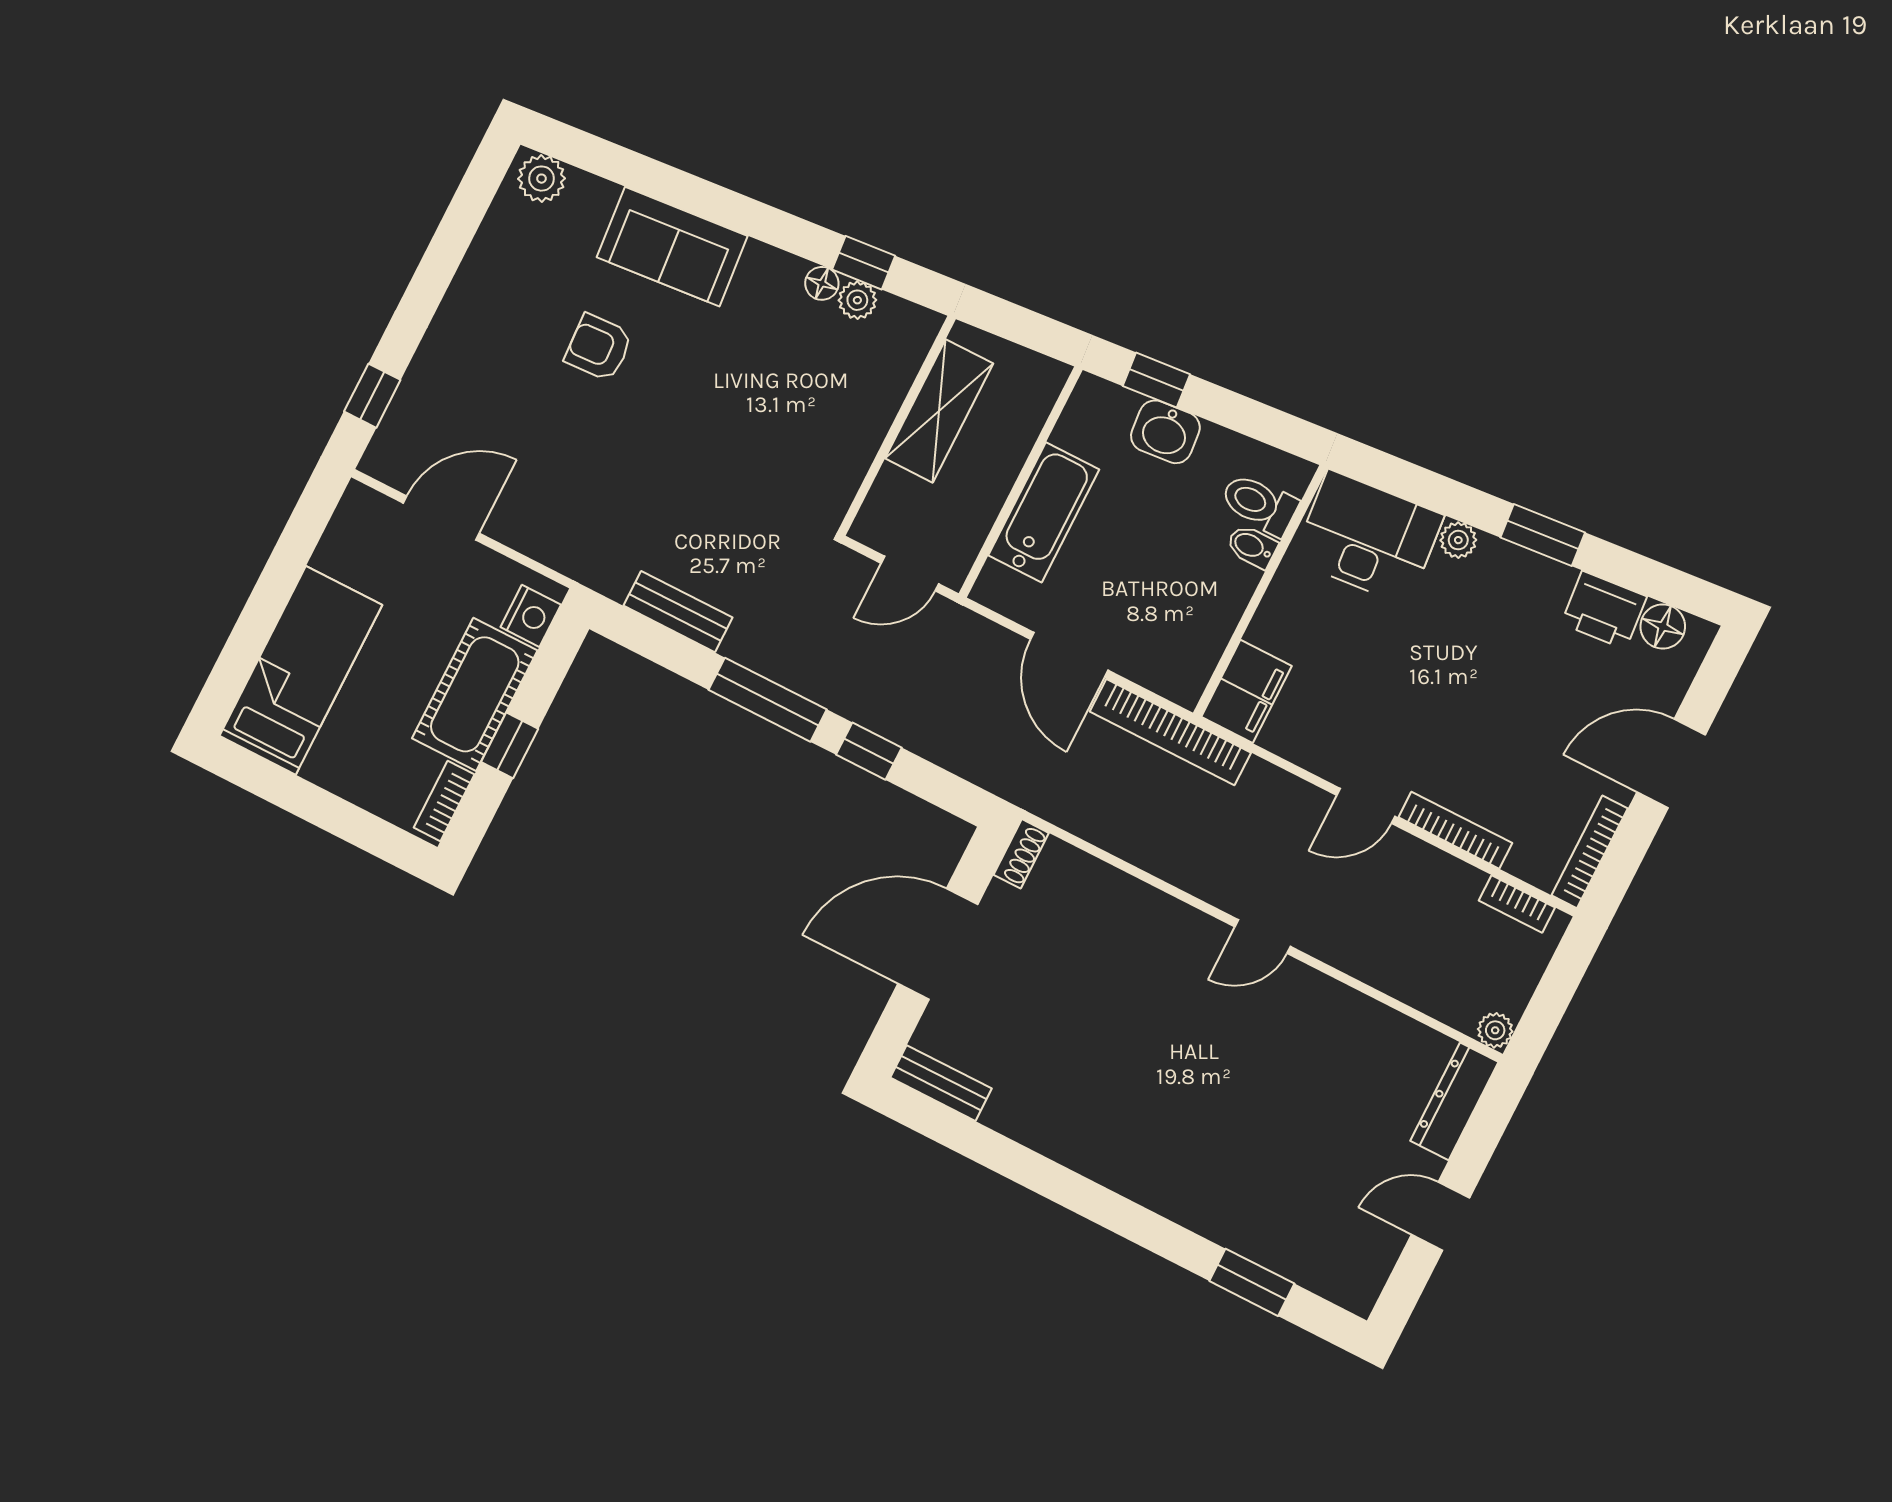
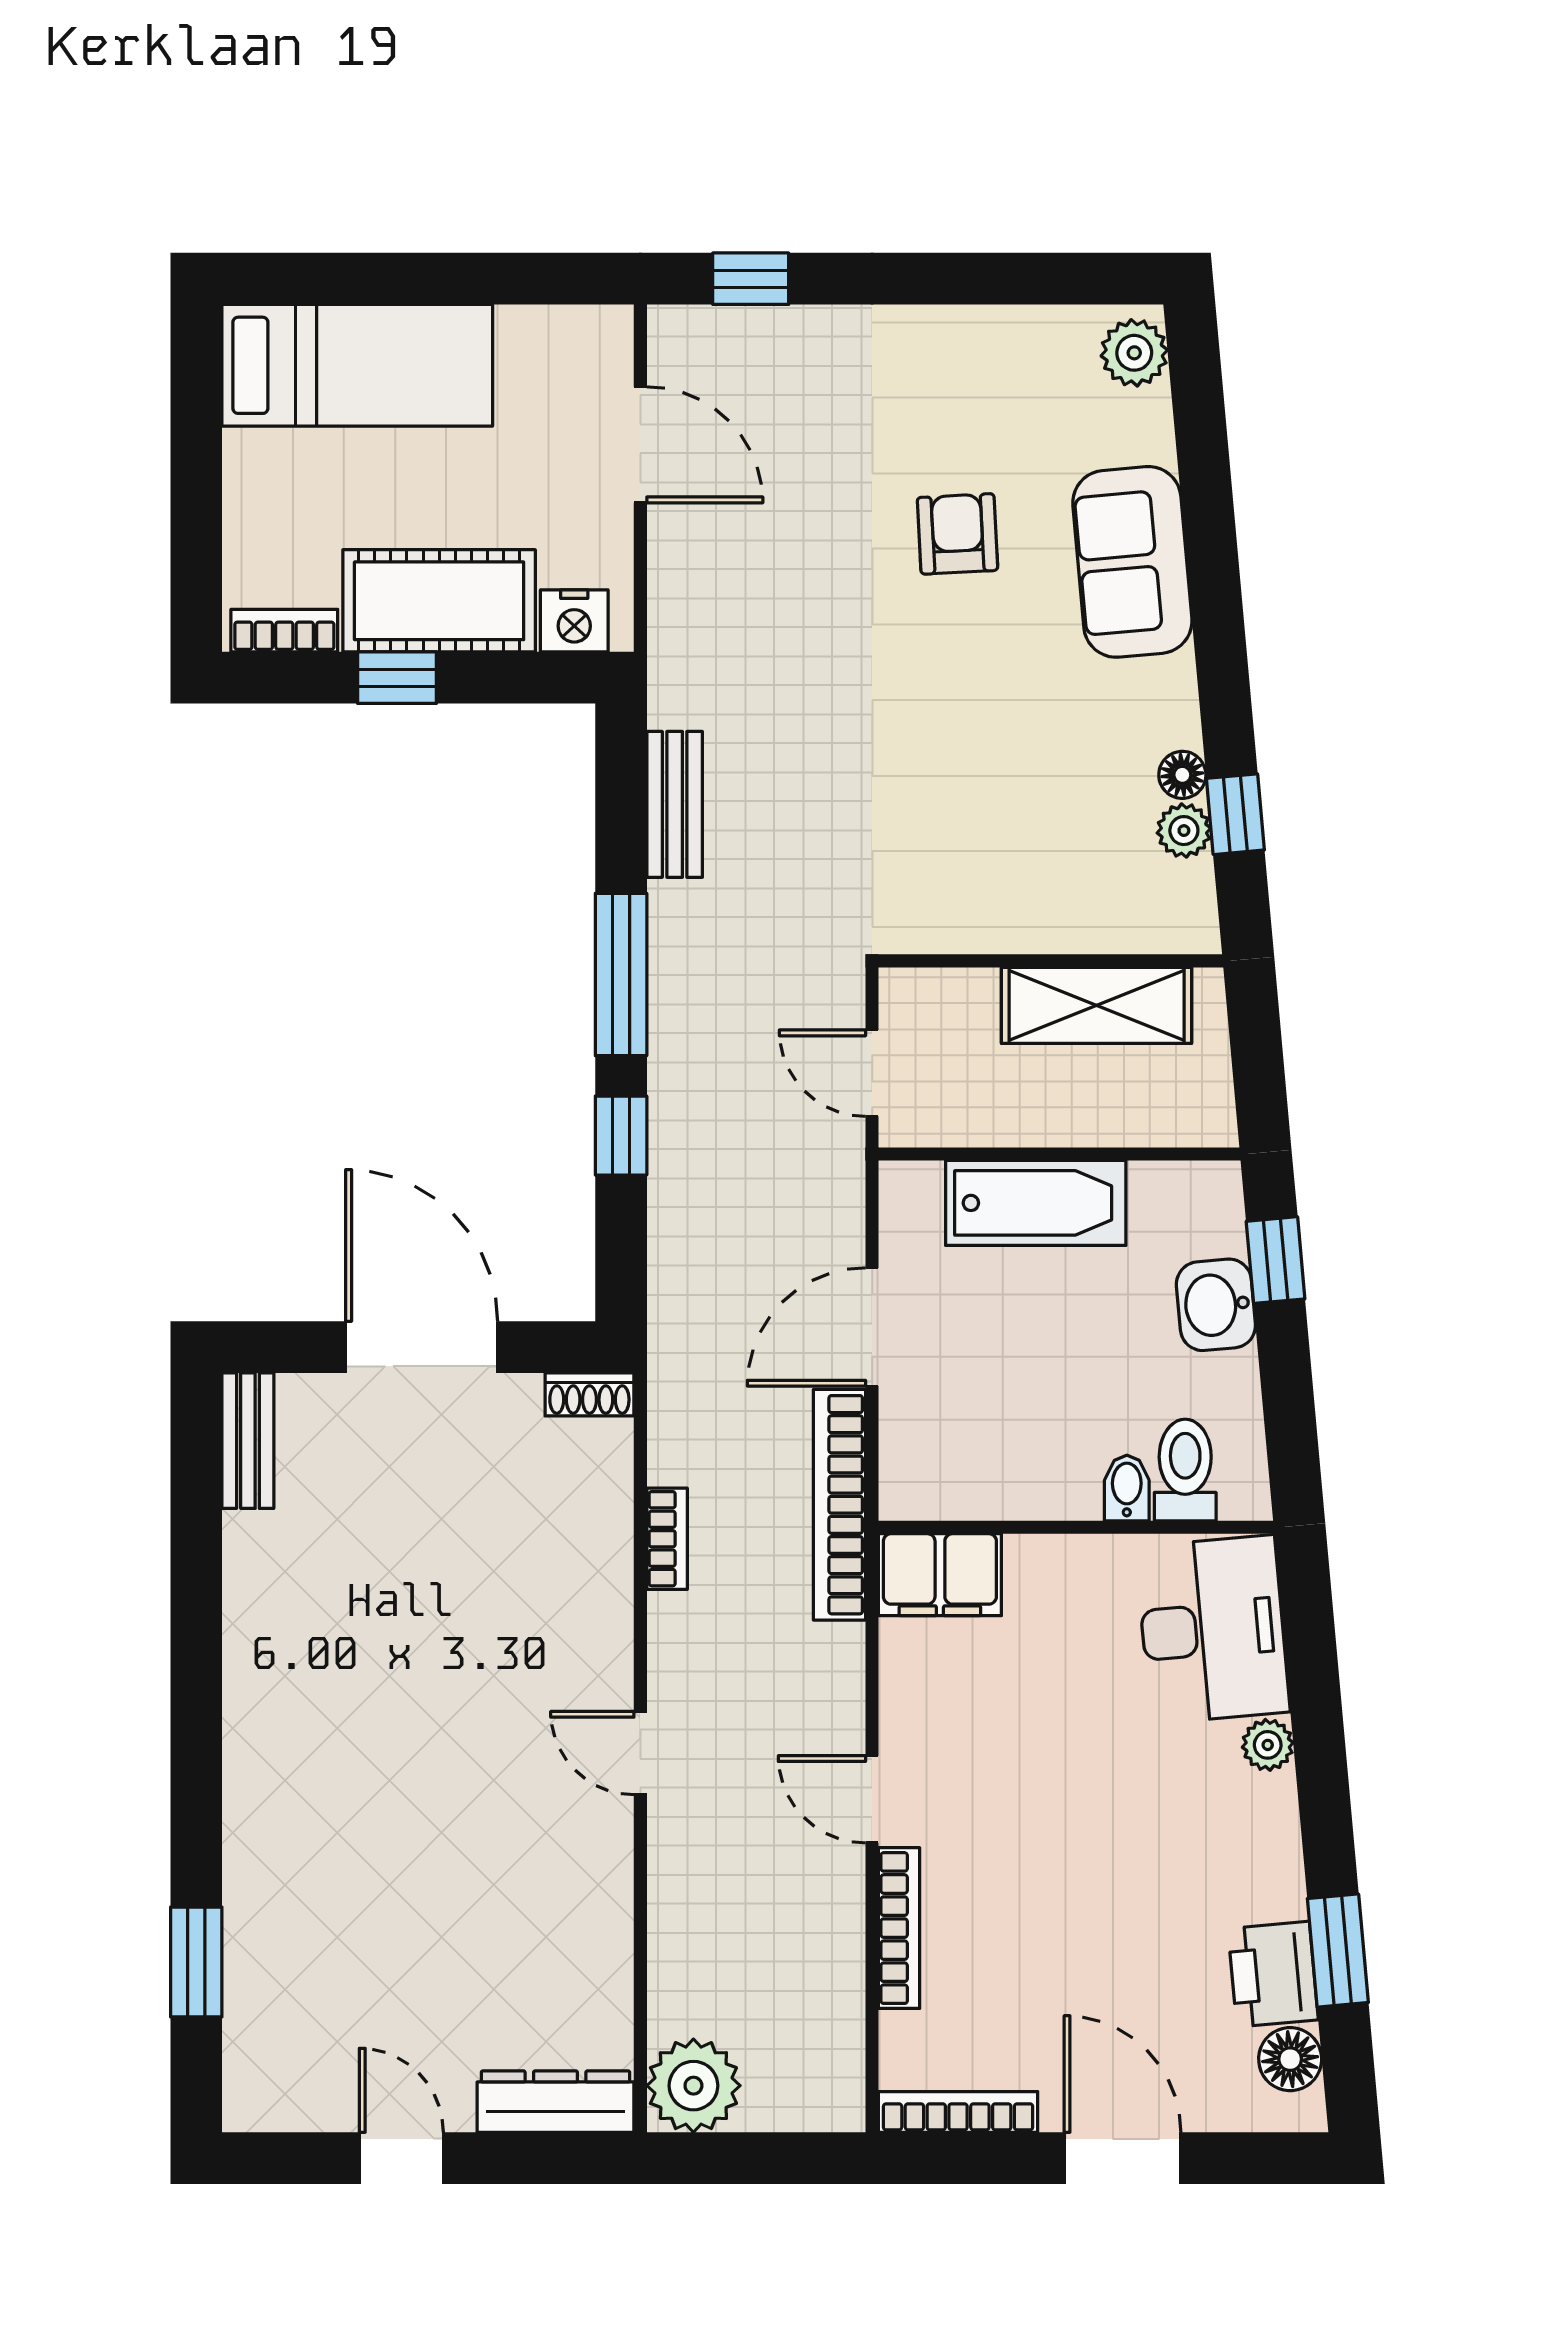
window: (1543, 535) -> (1338, 1951), moved
bookcase: (1517, 904) -> (667, 1539), moved, turned 180
plant: (1495, 1030) -> (693, 2086), width x1.88, depth x1.88

